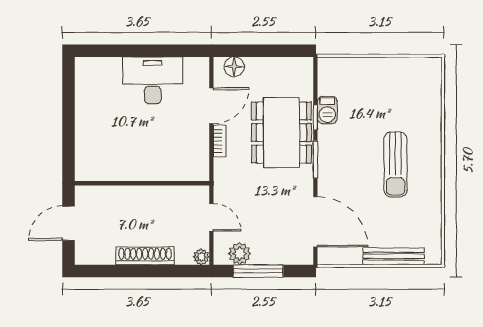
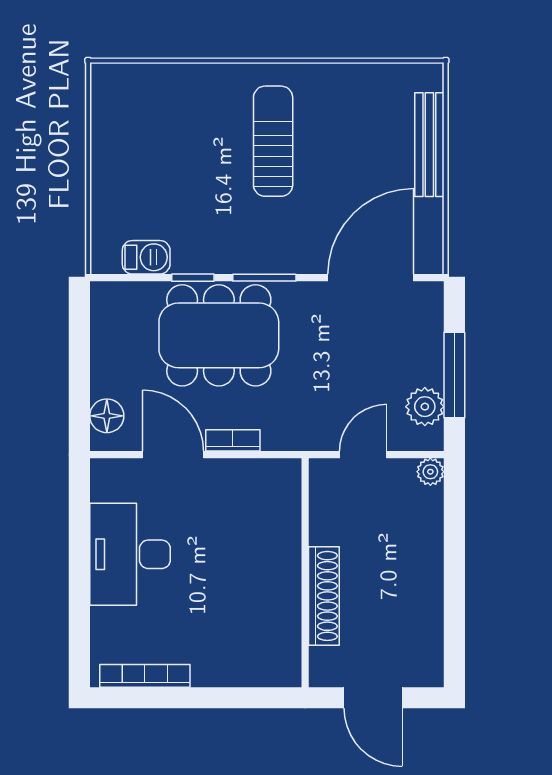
bookcase: (81, 89) -> (145, 676), added
barbecue: (327, 110) -> (146, 257), moved
sun lounger: (395, 164) -> (273, 141), turned -90
shoe rack: (145, 256) -> (324, 596), moved, turned 180

